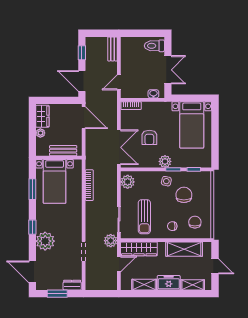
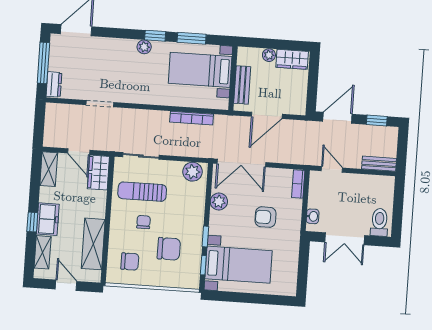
door: (84, 118) -> (267, 115), moved
bed with nightstands: (192, 125) -> (239, 265), moved, turned 180
armchair: (149, 137) -> (266, 217), moved
plant: (165, 161) -> (219, 202), moved
side table: (166, 181) -> (190, 226), removed
chair: (172, 226) -> (143, 222), moved
window: (32, 227) -> (155, 36), moved
plant: (45, 241) -> (144, 47), moved, width x0.53, depth x0.53
plant: (111, 241) -> (112, 142), removed
wardrobe: (139, 249) -> (98, 173), width x0.67
door: (215, 266) -> (66, 285), swing flipped
shelving: (144, 285) -> (49, 169), moved
window: (57, 294) -> (43, 63), width x1.44
window: (172, 294) -> (32, 222), added

